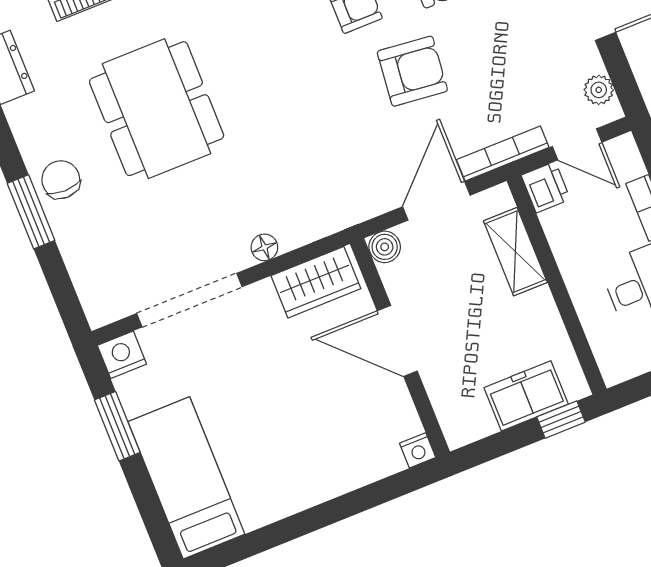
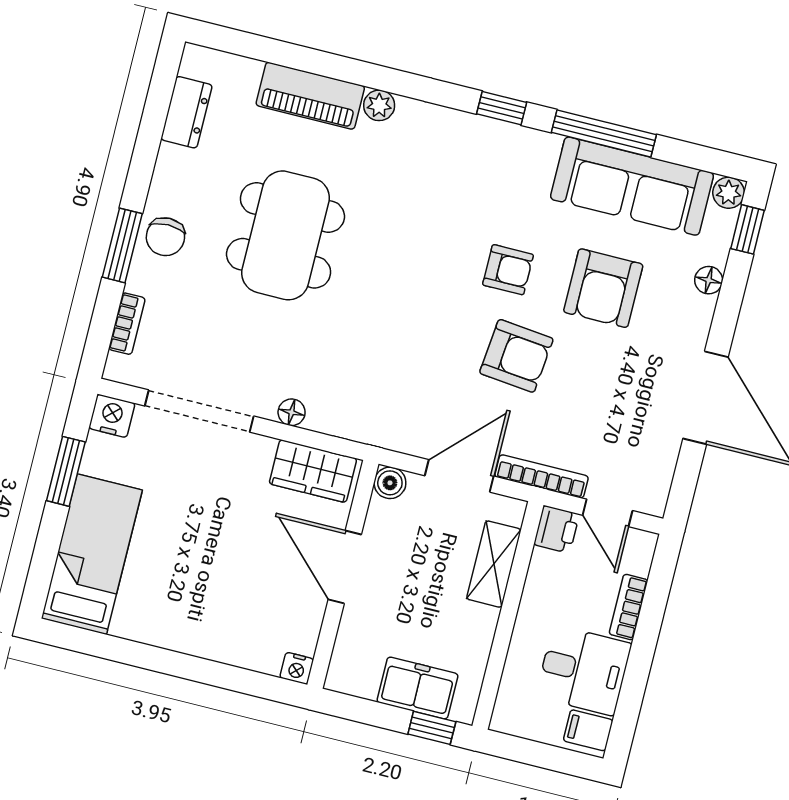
plant: (599, 90) -> (657, 481), removed
chair: (61, 180) -> (165, 237), turned 180
bookcase: (80, 272) -> (127, 324), added

